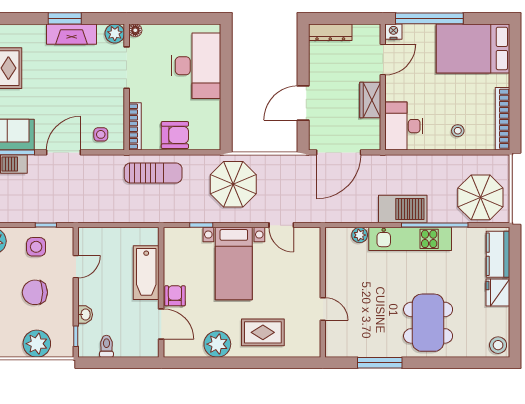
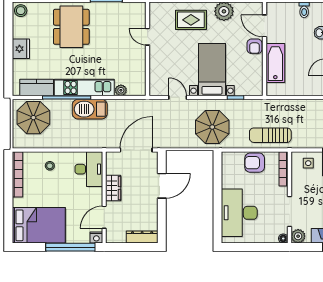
kitchen counter: (498, 254) -> (37, 88), moved, turned -90

